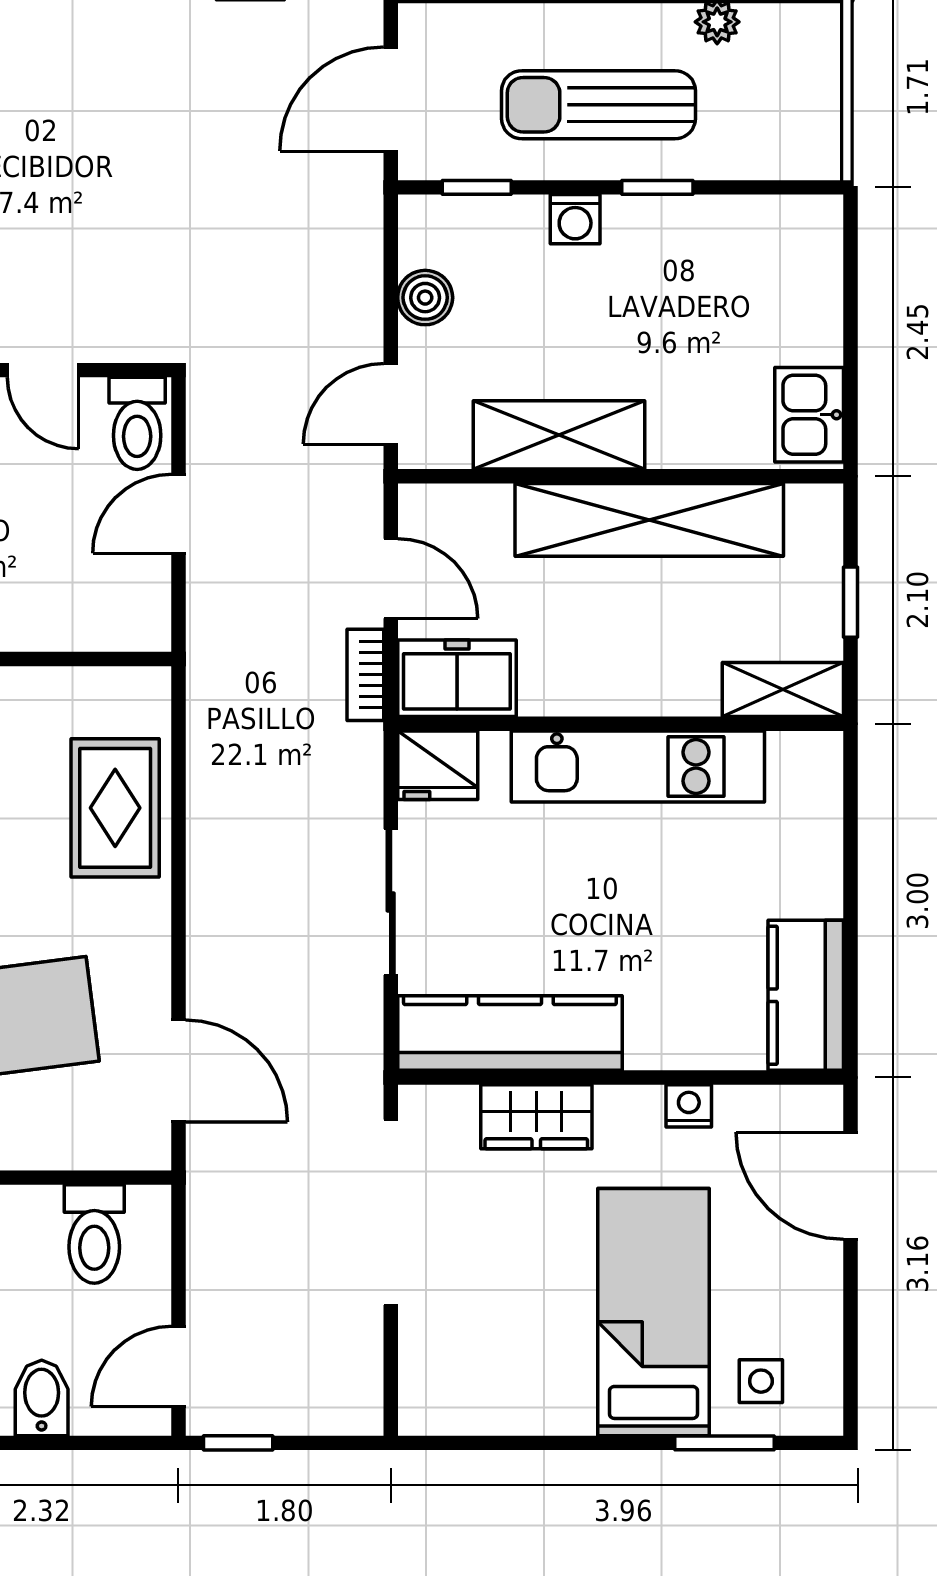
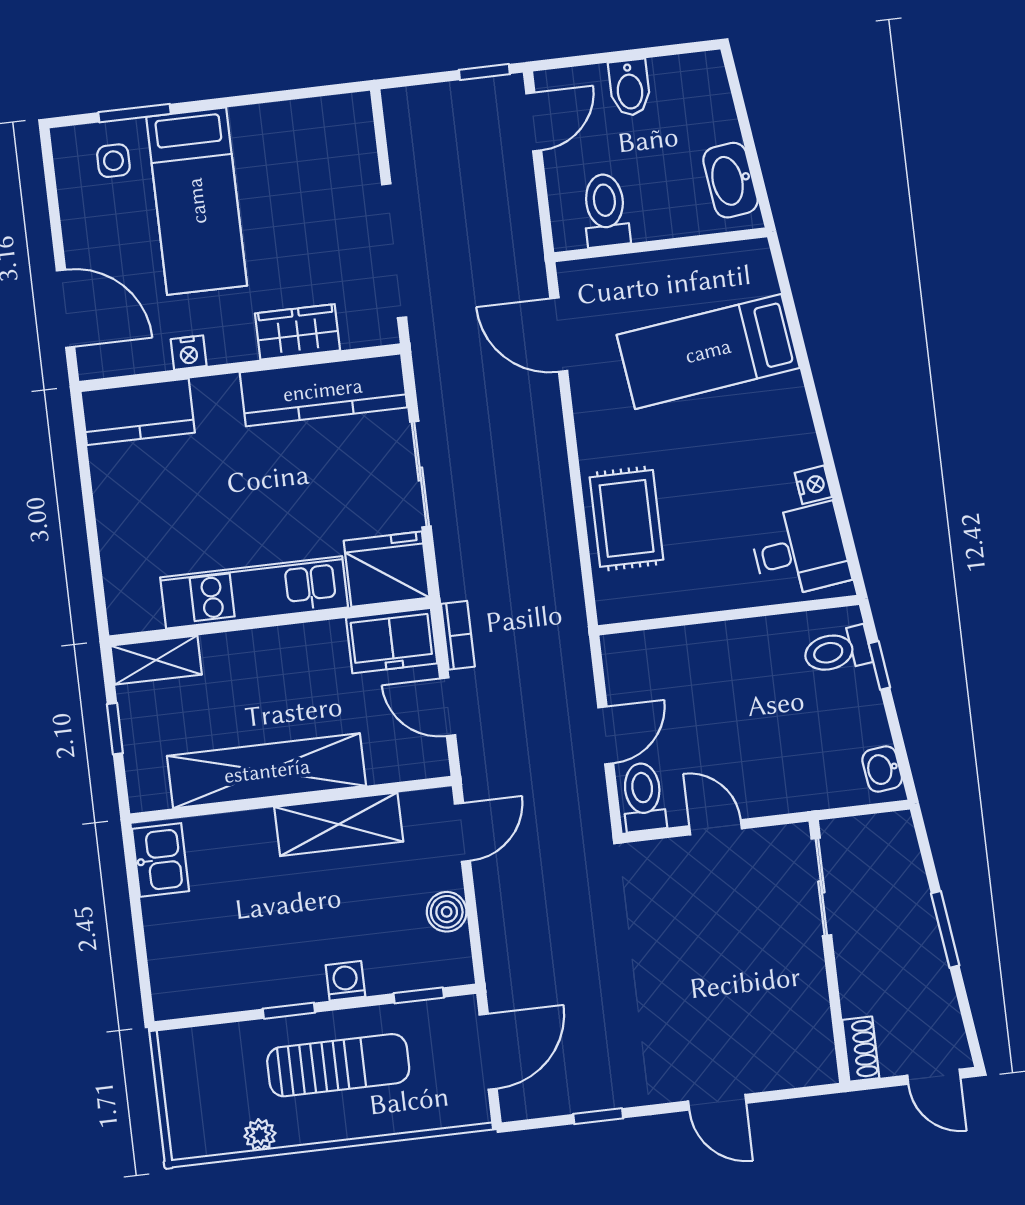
fridge: (438, 765) -> (387, 569), width x1.36, depth x1.34
kitchen counter: (806, 995) -> (138, 412), moved, turned 90

